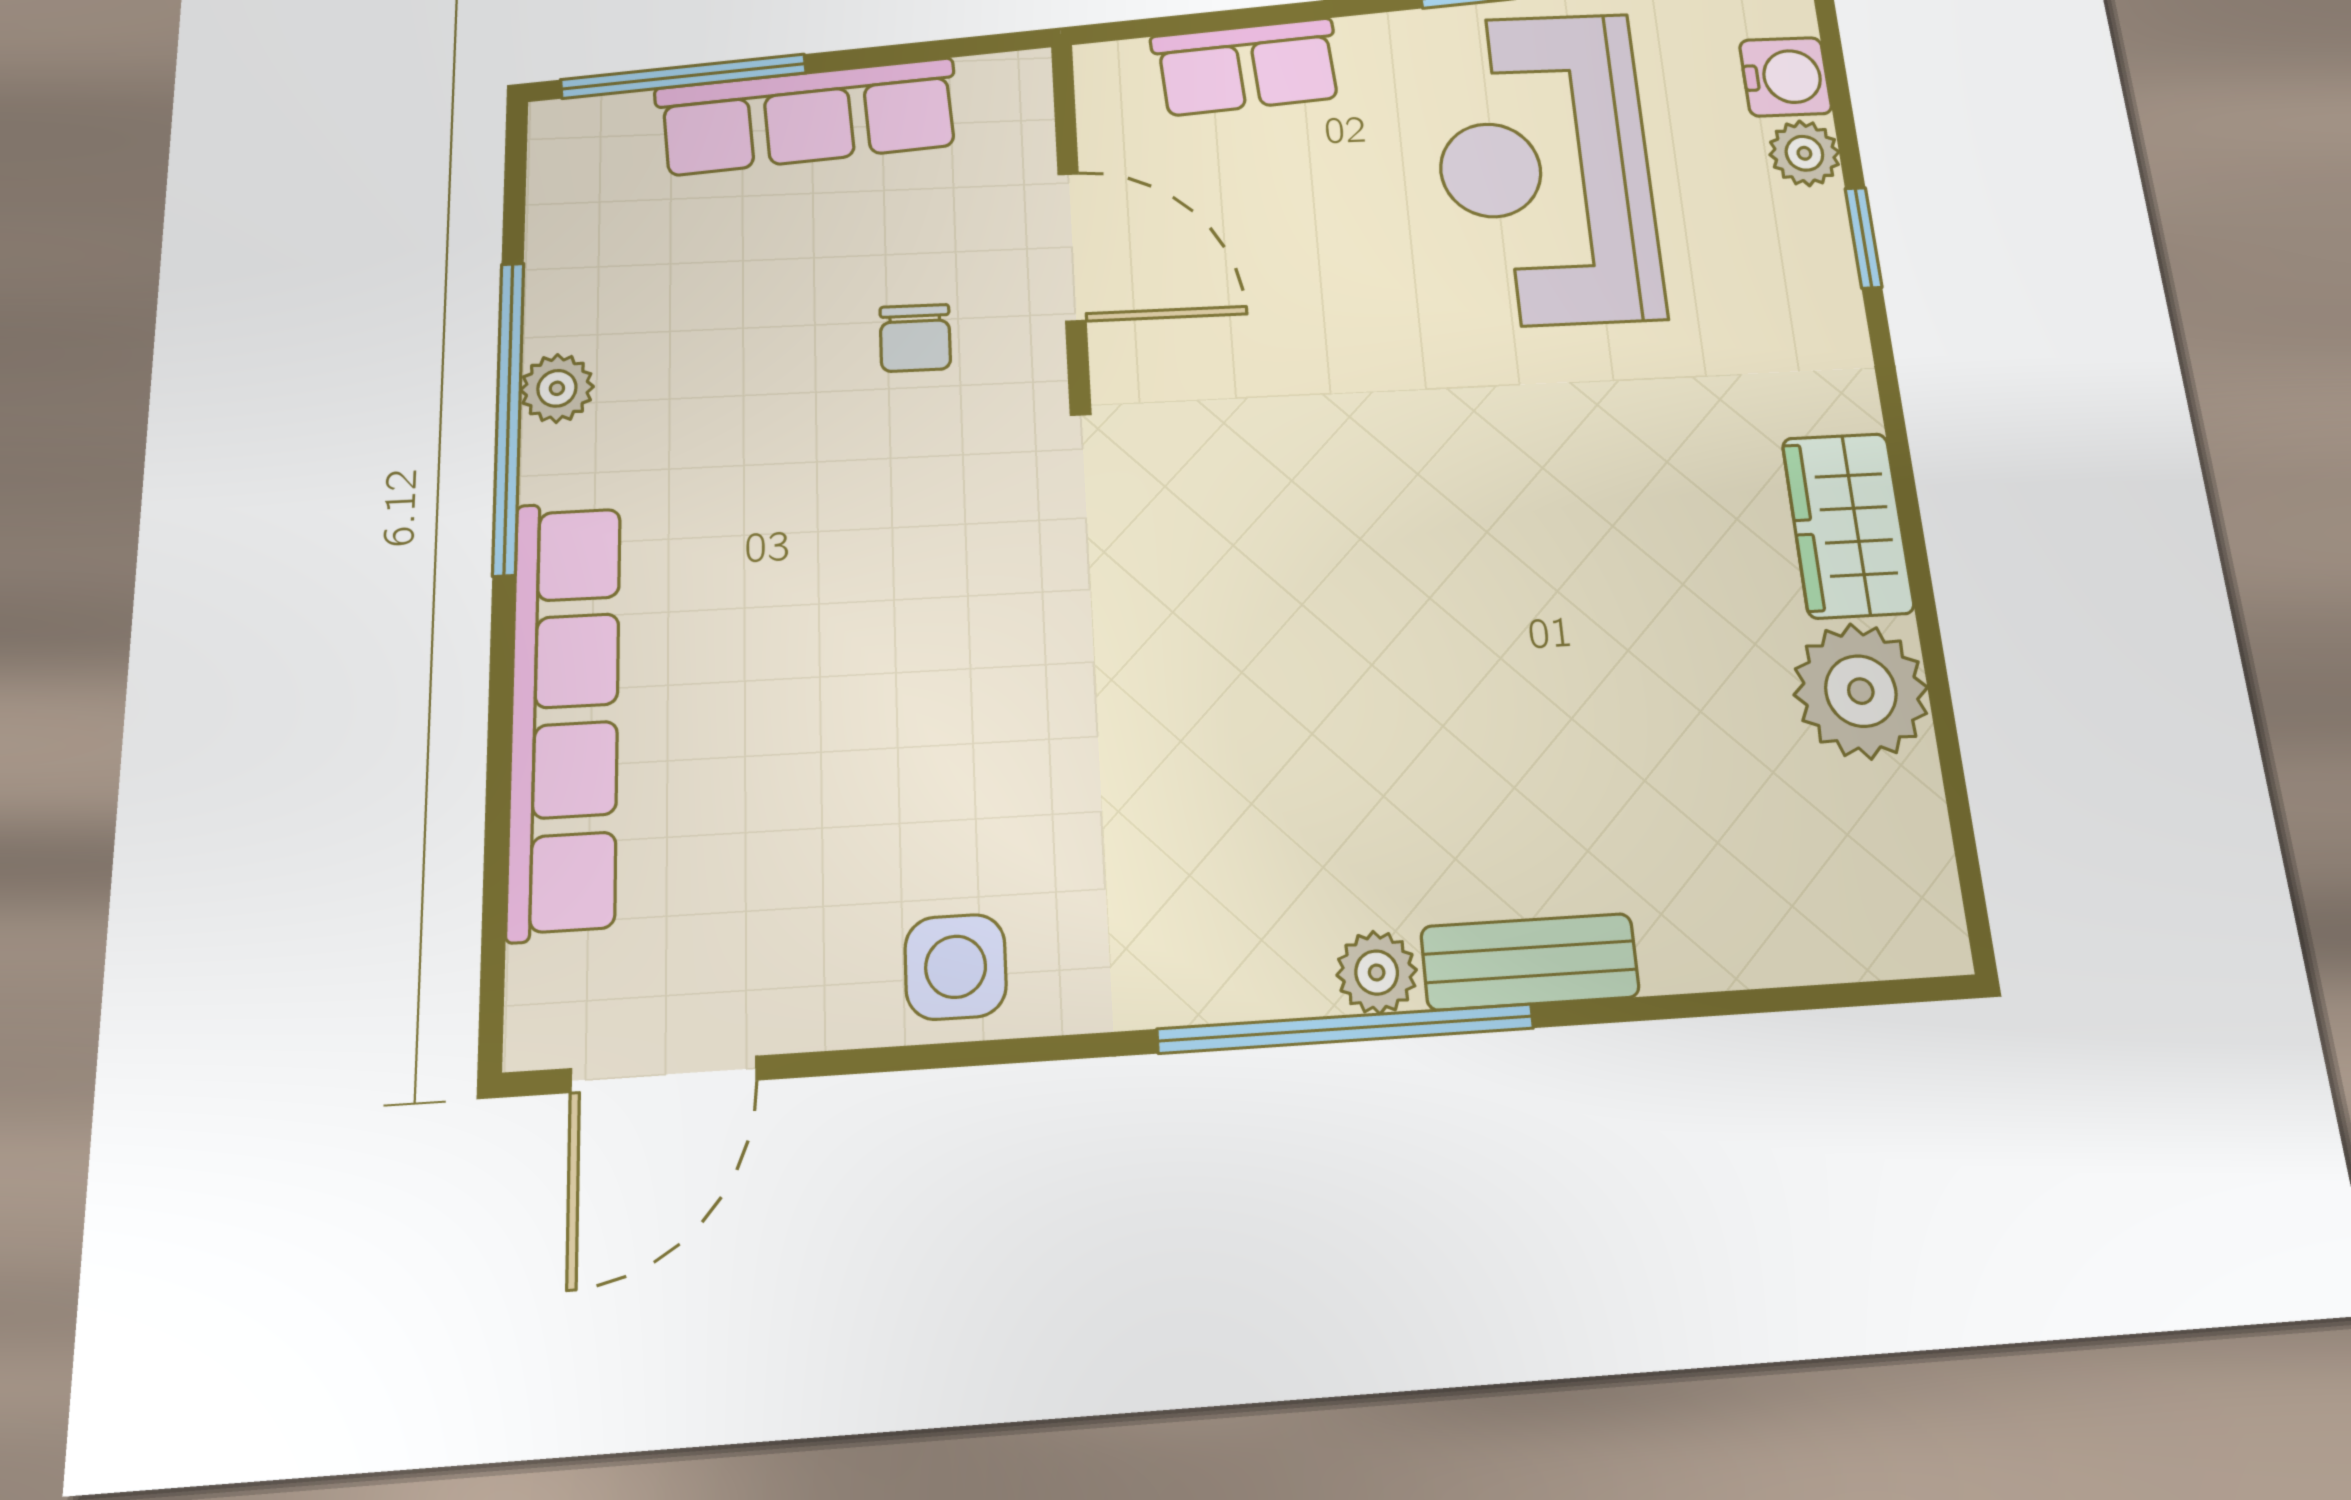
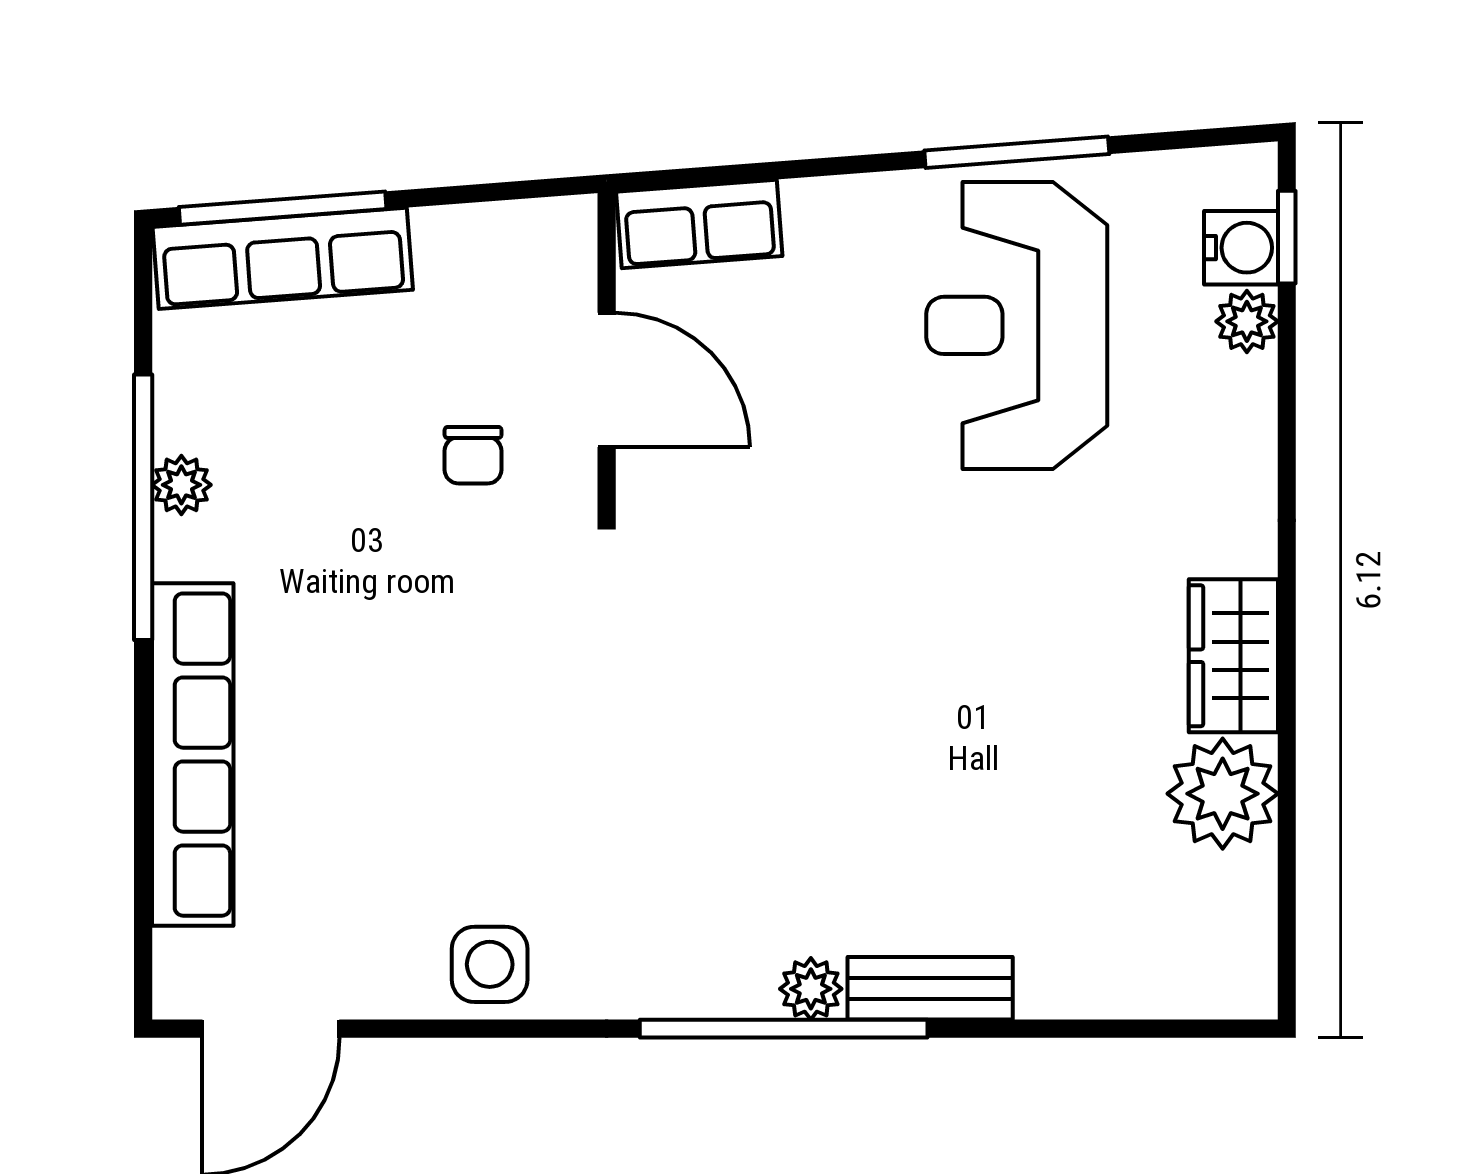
row of seats: (1247, 67) -> (699, 224), moved
row of seats: (808, 117) -> (283, 258), moved
window: (1863, 238) -> (1287, 237), moved

